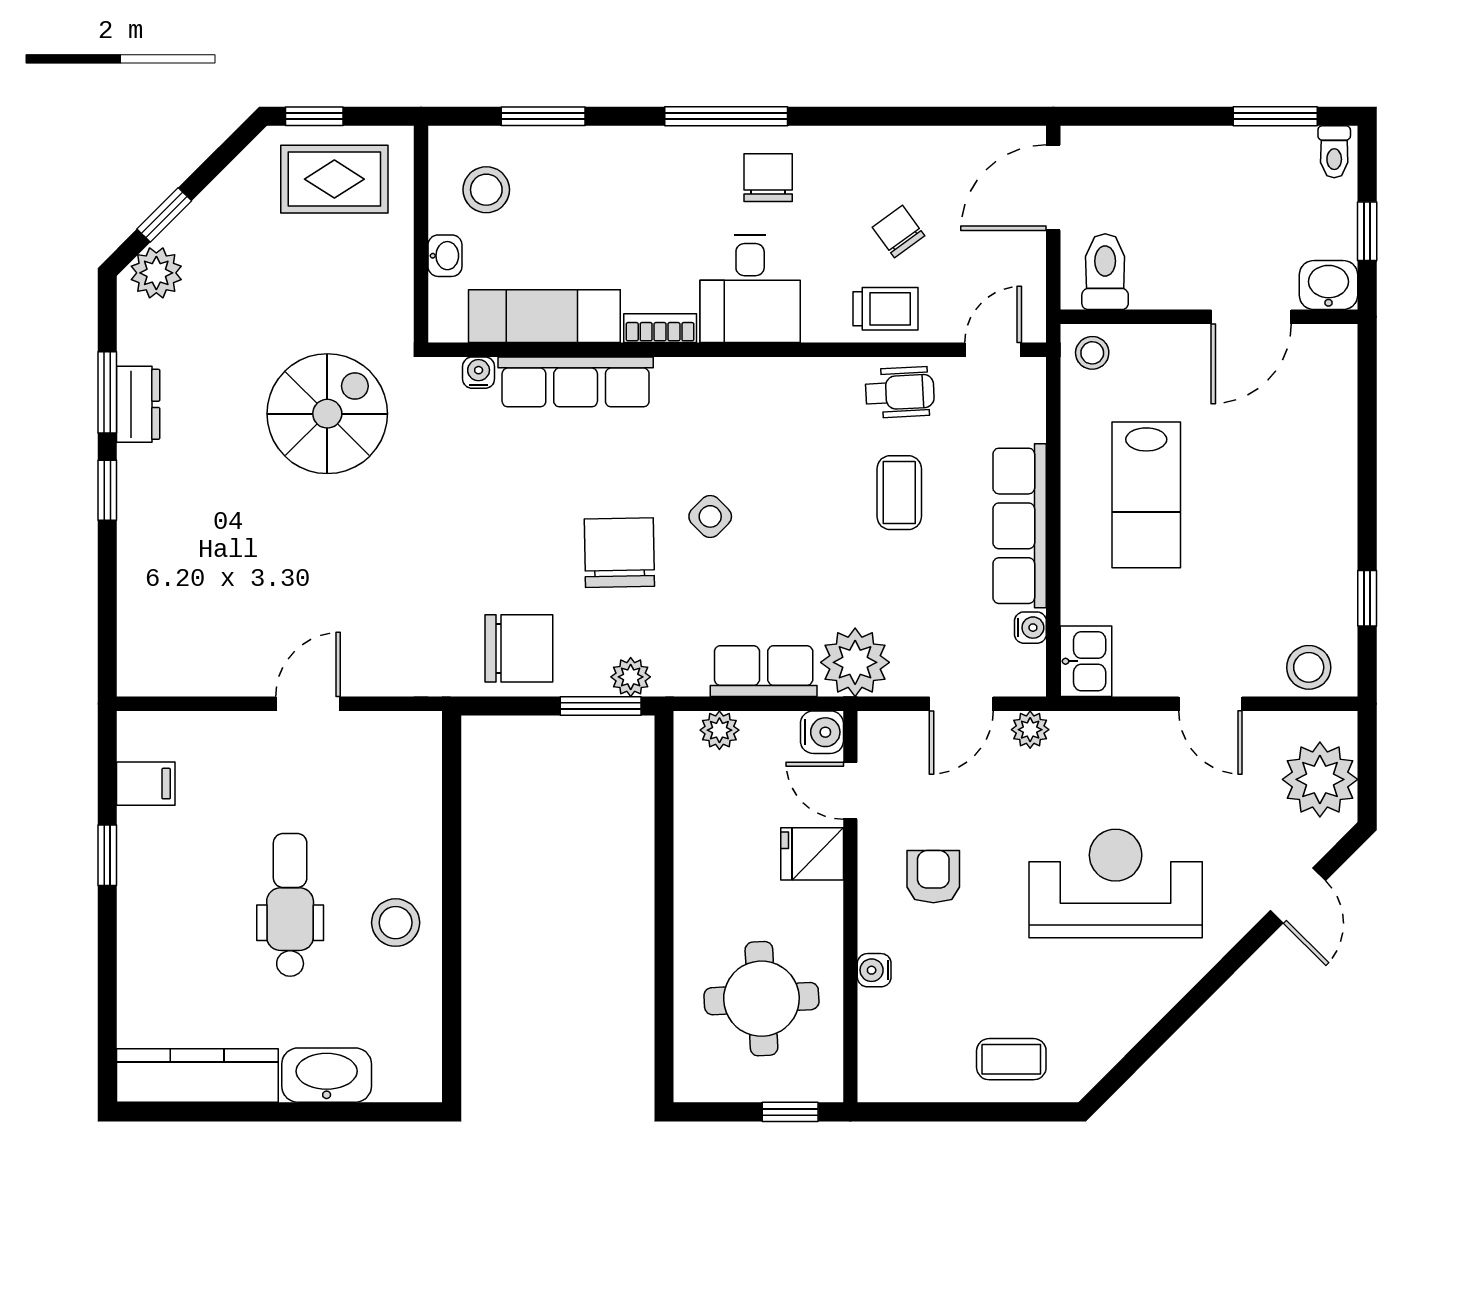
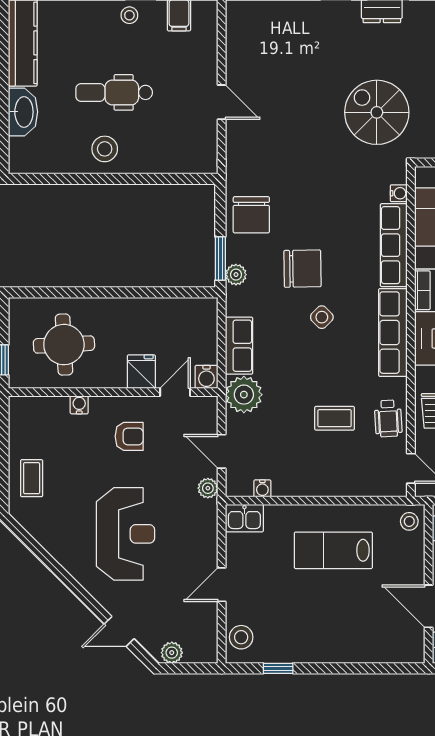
spiral stairs: (327, 414) -> (377, 112), turned 180
row of seats: (1020, 526) -> (393, 333), moved, turned -90
plant: (719, 730) -> (208, 322), removed
plant: (1320, 779) -> (172, 653), width x0.53, depth x0.53
stool: (146, 876) -> (129, 15), added
dental chair: (290, 905) -> (114, 92), turned 180

